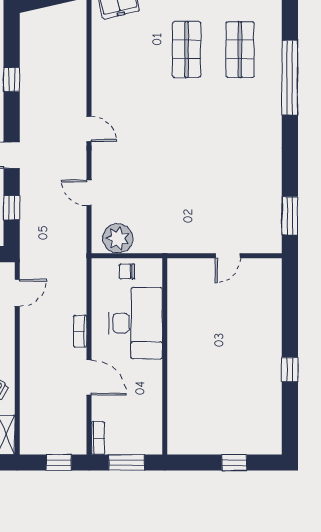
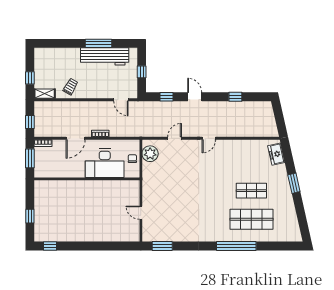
shop shelf: (240, 50) -> (251, 219), width x1.43, depth x1.36
window: (290, 370) -> (50, 246), moved

